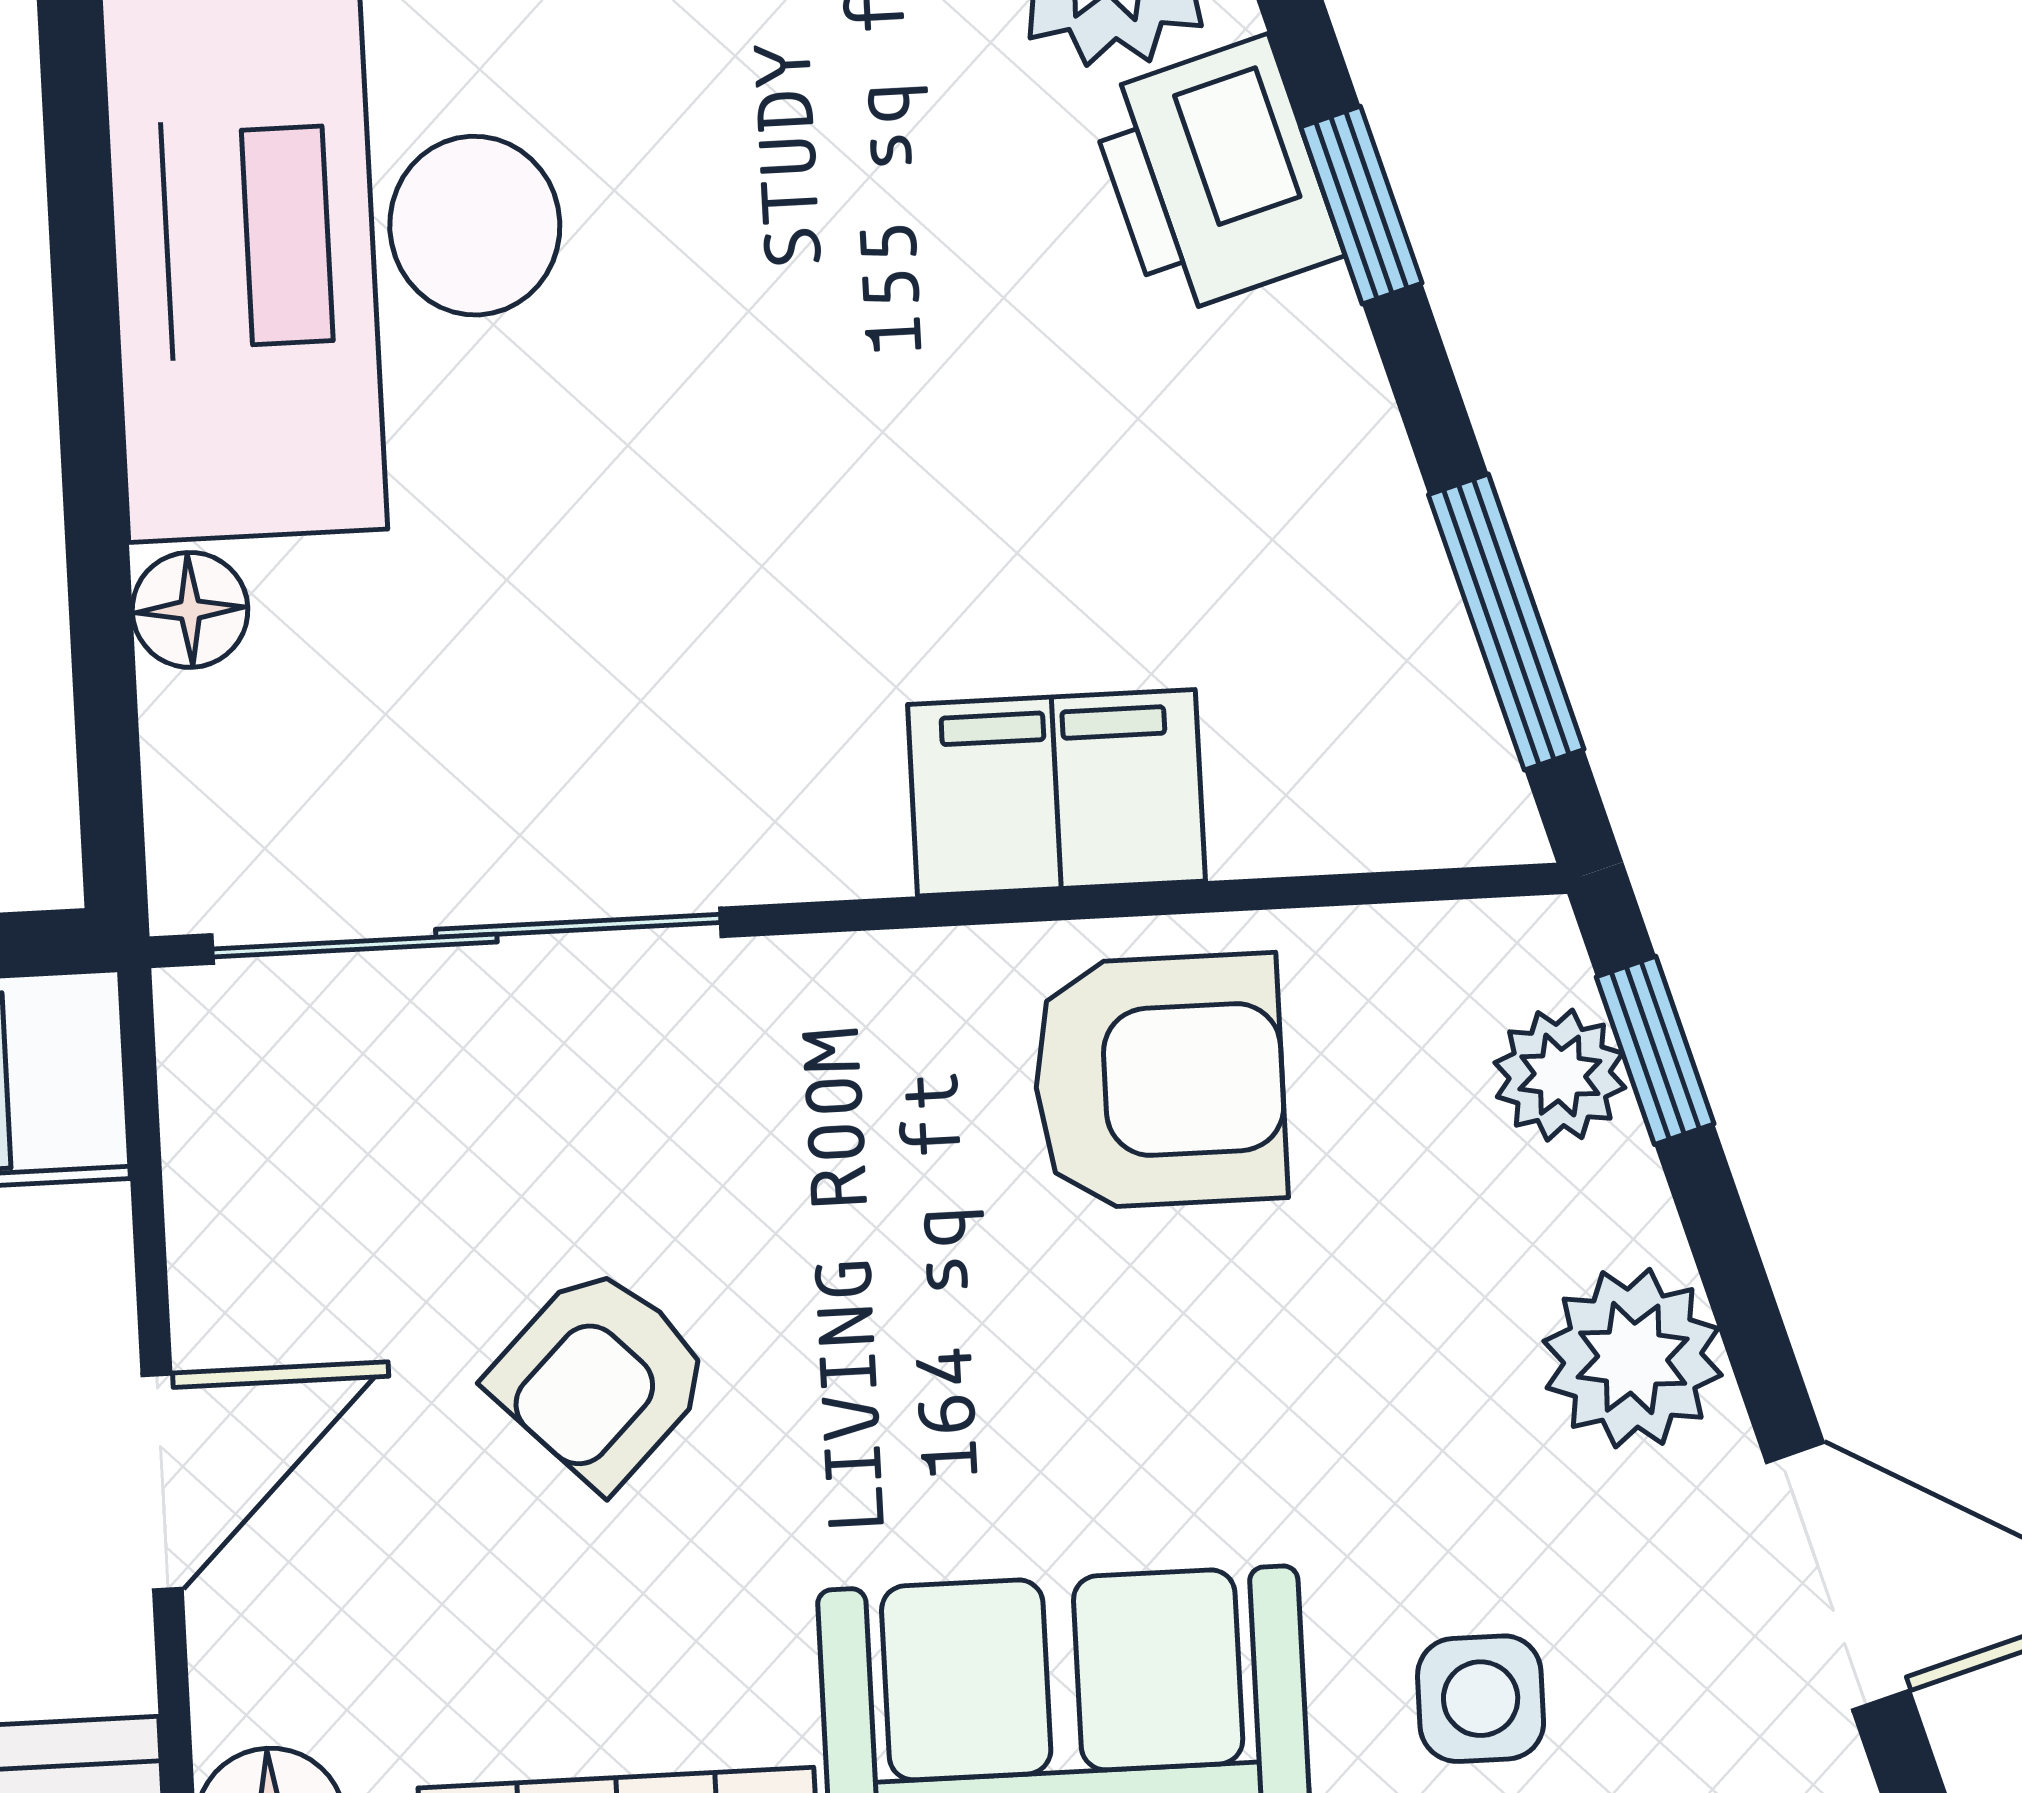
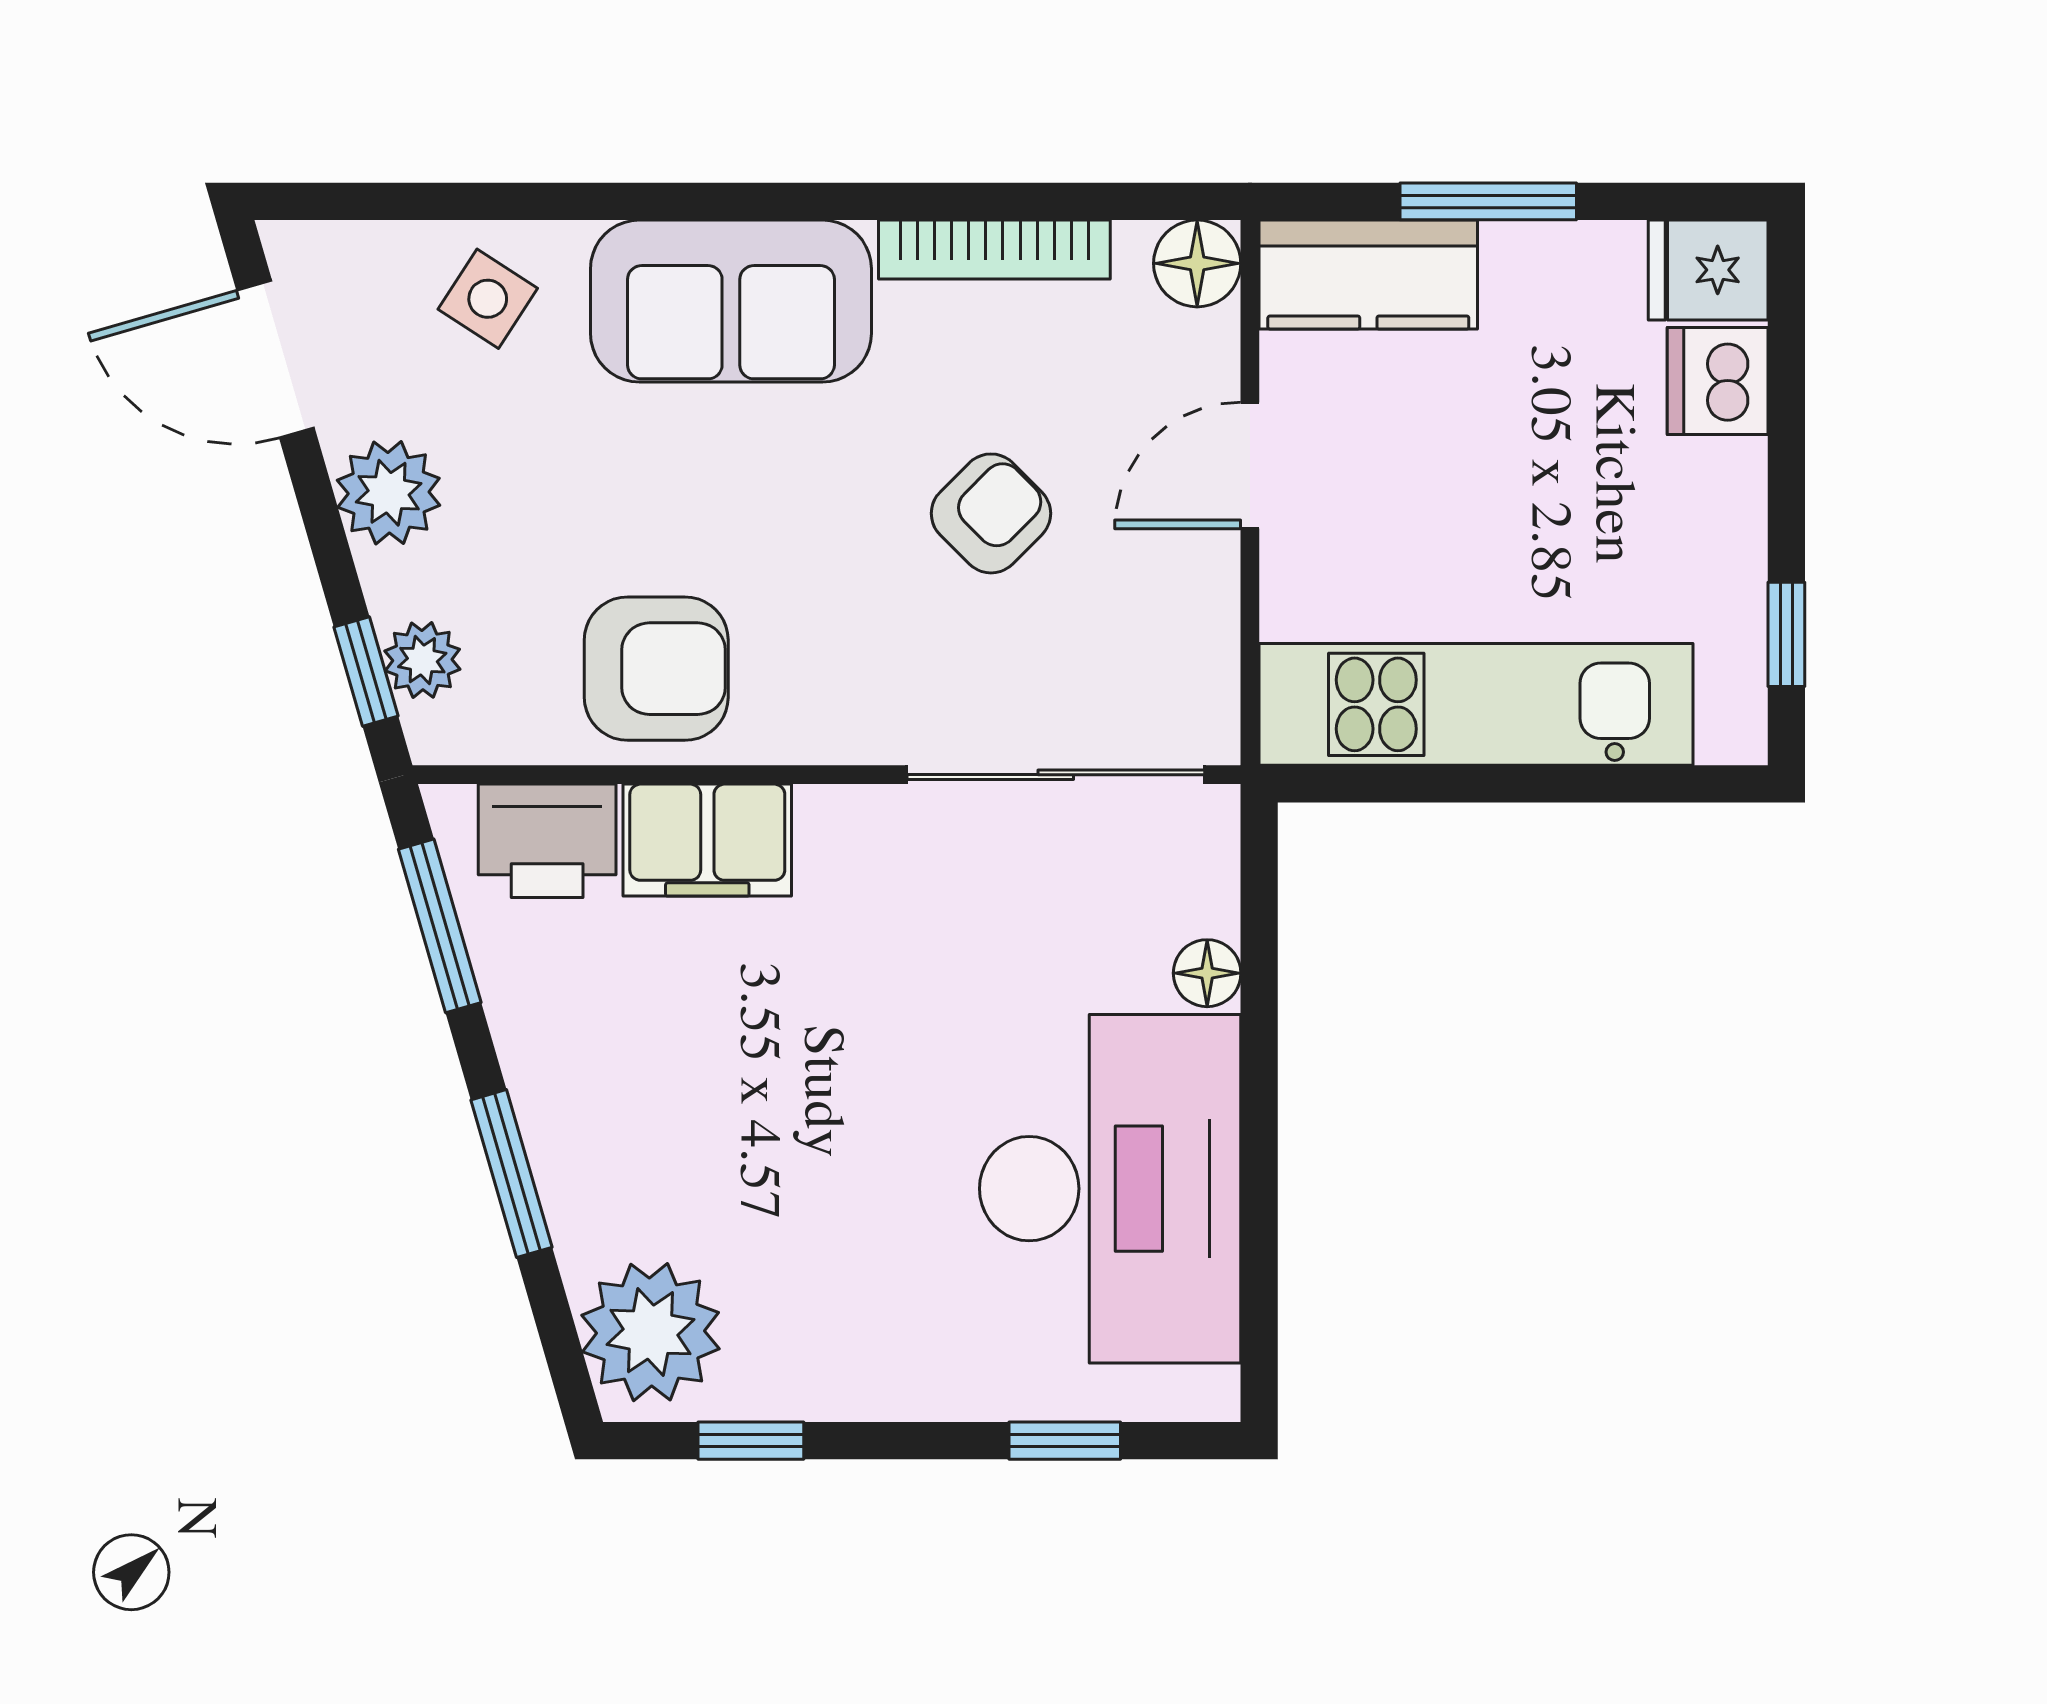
printer: (1215, 176) -> (547, 841), moved, turned 106
window: (1361, 205) -> (512, 1174), width x1.50
armchair: (1159, 1081) -> (656, 669), turned 180
side table: (1481, 1699) -> (488, 299), turned 33

